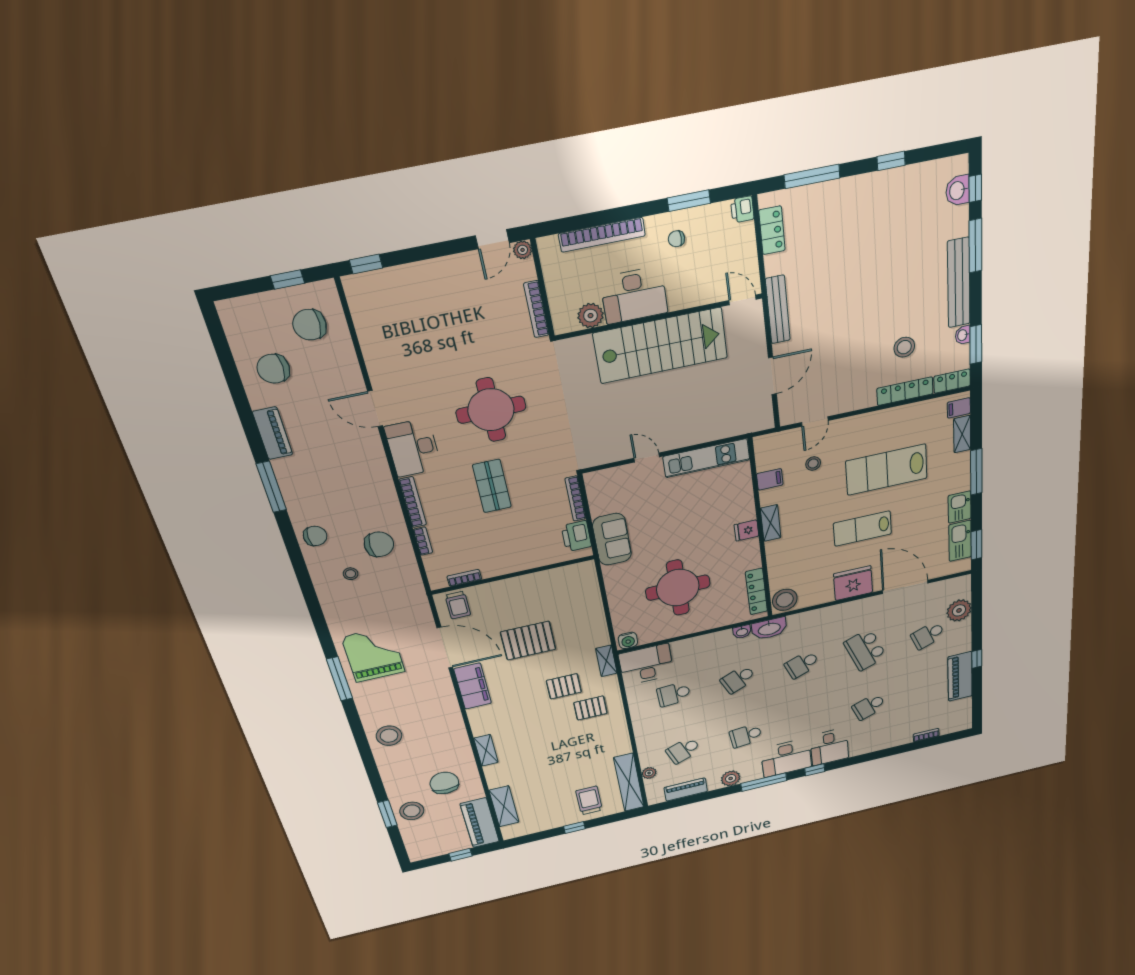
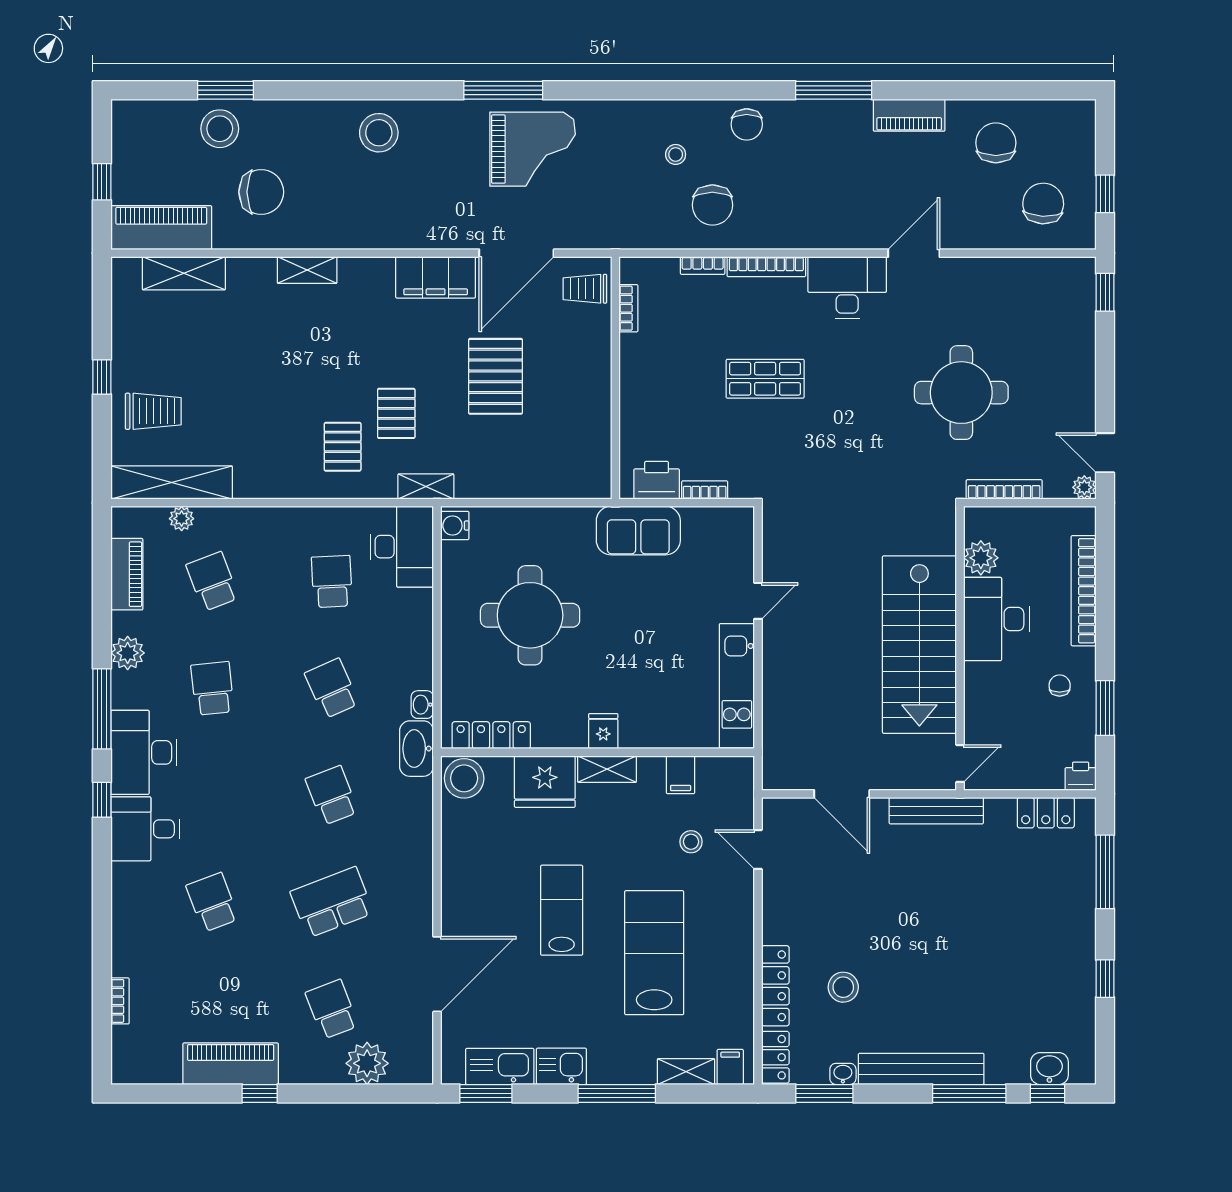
round table: (491, 410) -> (961, 393), moved
bookcase: (575, 499) -> (705, 490), width x0.64
fridge: (853, 583) -> (545, 782), moved, turned 90

